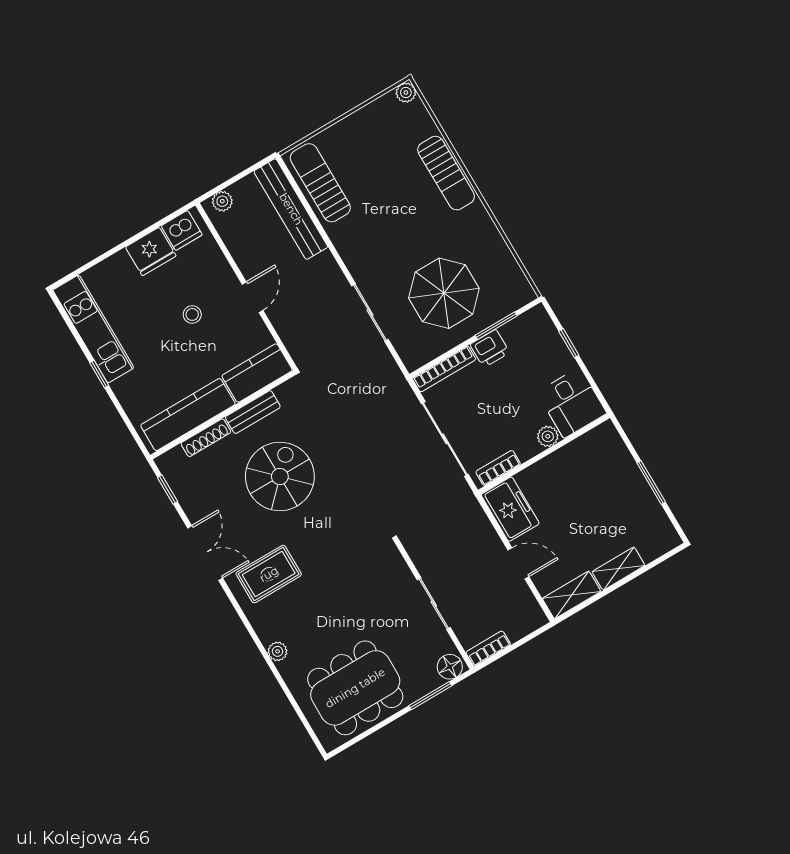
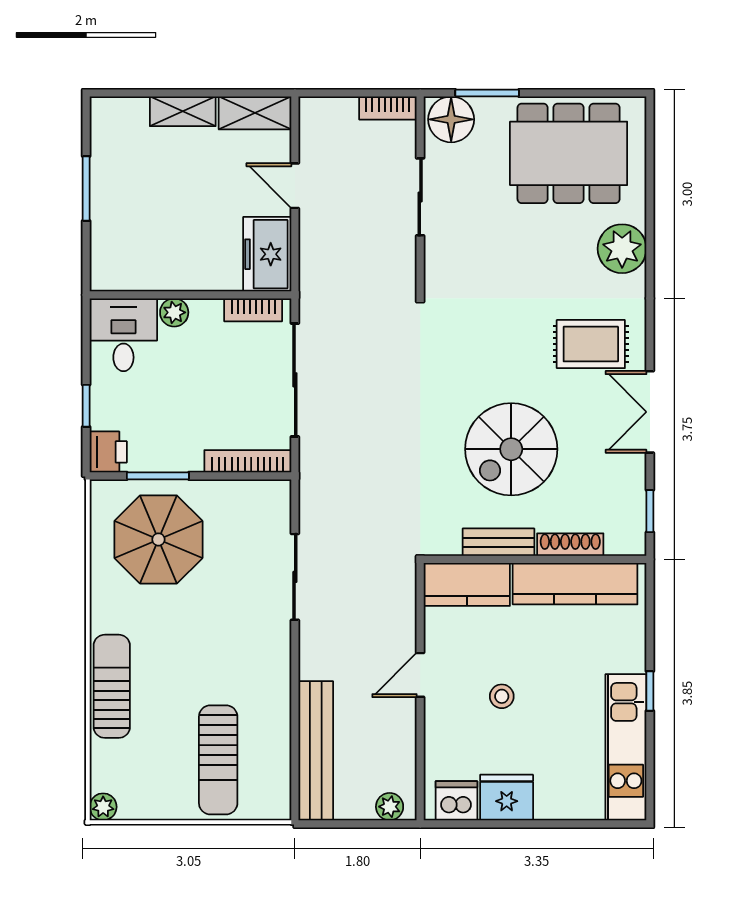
sun lounger: (320, 183) -> (218, 760), moved
parasol: (444, 293) -> (158, 539), moved
printer: (490, 348) -> (108, 452), moved, turned 90
plant: (278, 651) -> (622, 249), width x1.87, depth x1.87
floor lamp: (450, 667) -> (451, 119), width x1.38, depth x1.38

